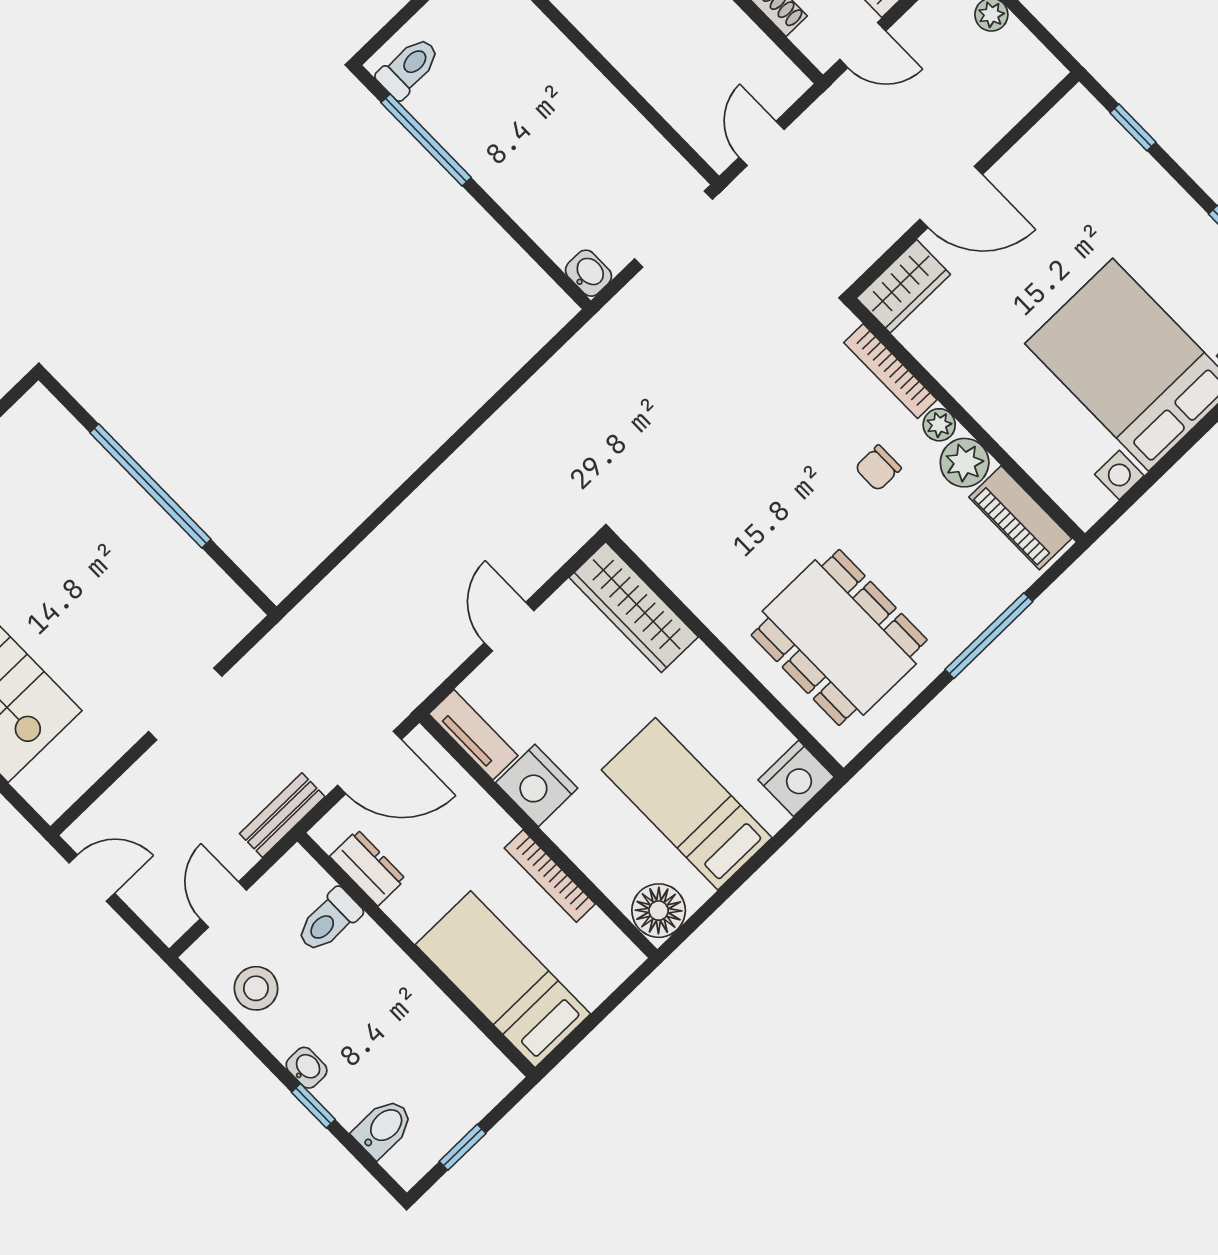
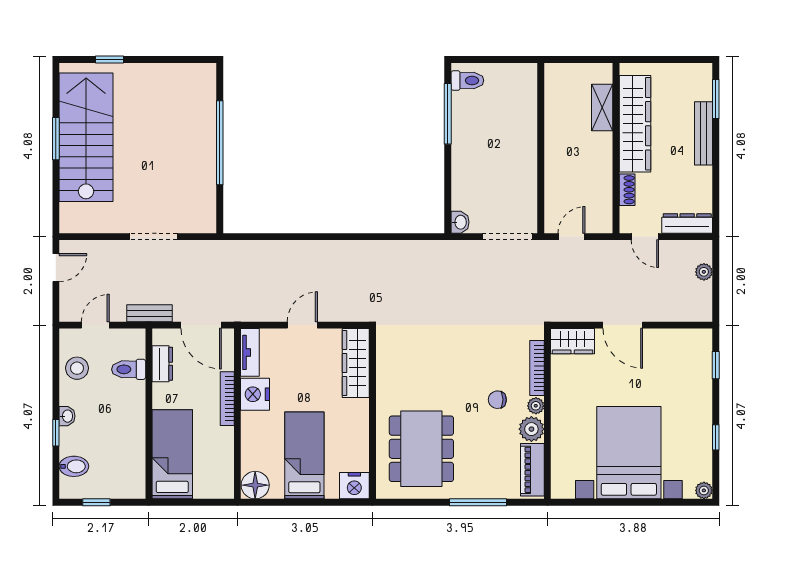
bookcase: (550, 876) -> (227, 399), moved
door: (92, 878) -> (56, 268), hinge flipped

